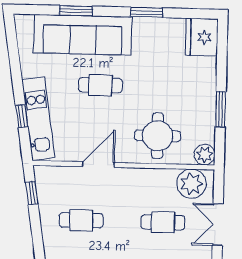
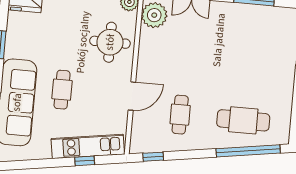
door: (98, 165) -> (132, 96), swing flipped
cafe table: (163, 222) -> (187, 43), removed

